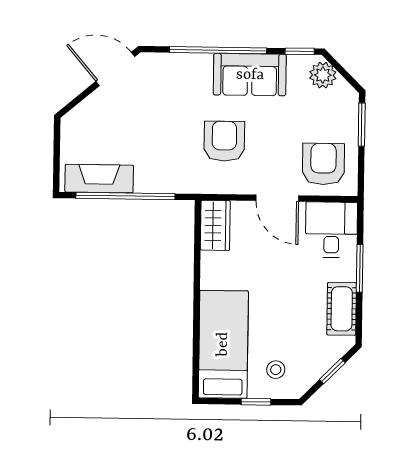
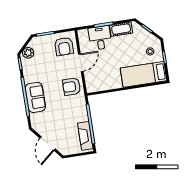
door: (115, 69) -> (48, 143), moved
sofa: (250, 75) -> (35, 97), moved
armchair: (224, 141) -> (72, 87), moved
armchair: (323, 164) -> (64, 46), turned -90
wardrobe: (215, 225) -> (96, 86), removed
desk: (331, 230) -> (100, 38), moved, turned 90

